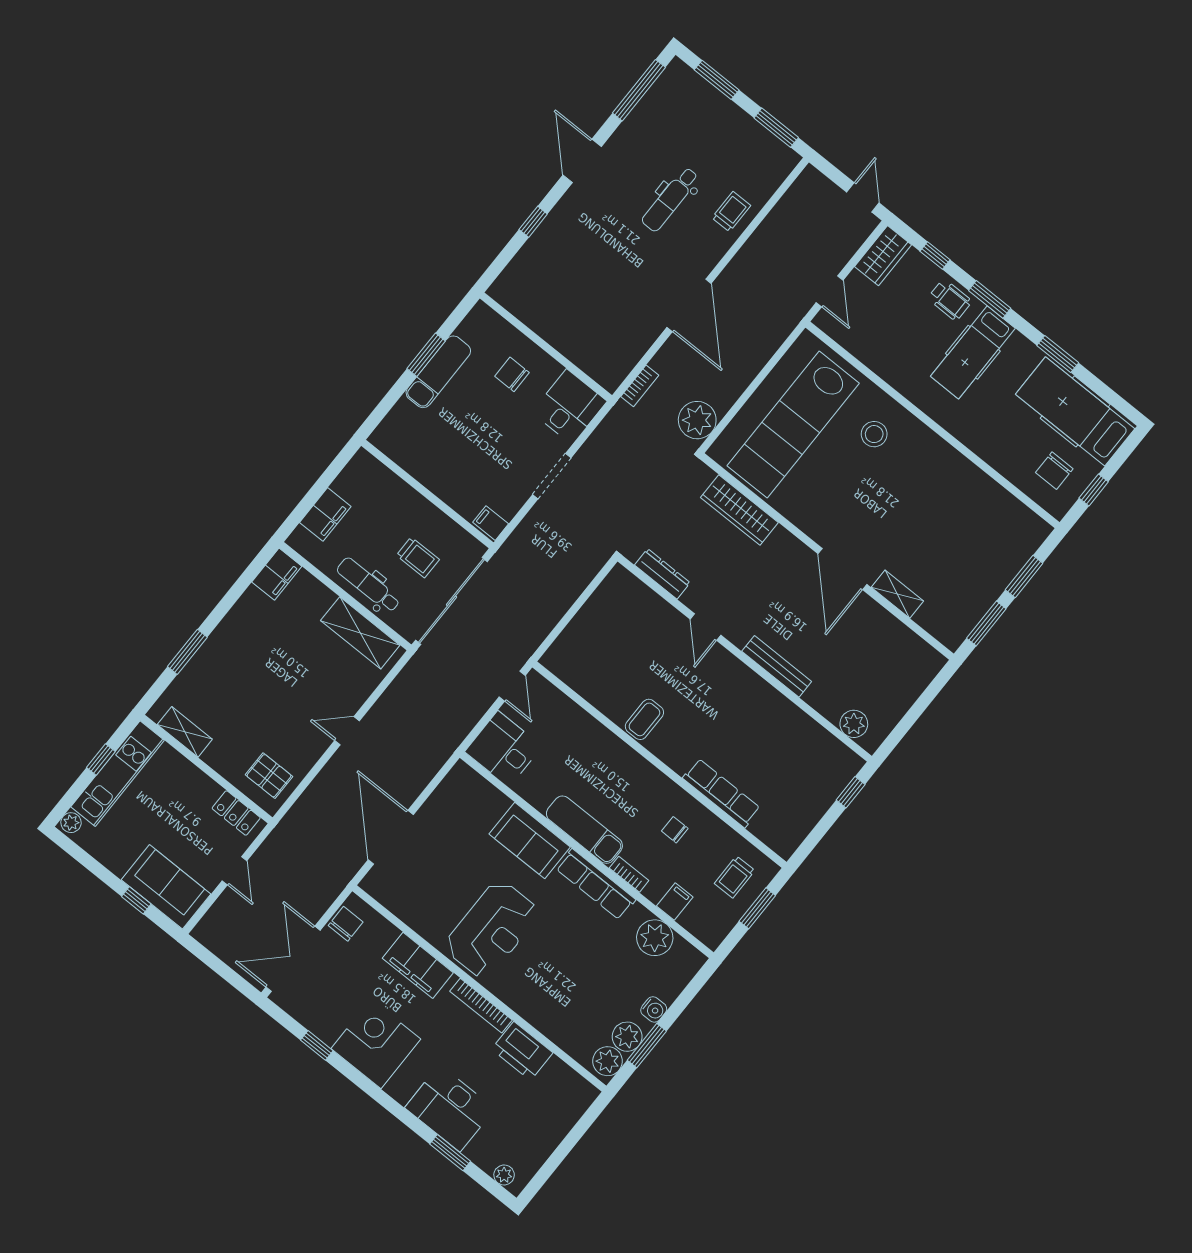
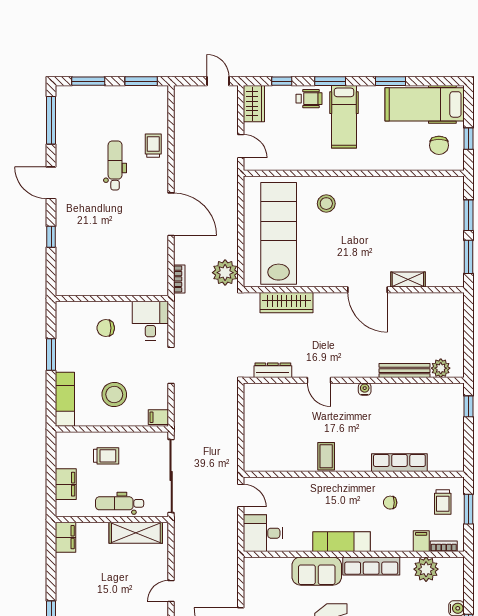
dental chair: (670, 199) -> (115, 165), turned 180
exam couch: (438, 372) -> (65, 399), moved
lab bench: (793, 424) -> (279, 233), turned 180
stool: (461, 457) -> (114, 395), added
trolley: (418, 557) -> (106, 456), moved
bench: (777, 666) -> (404, 371), moved
water cooler: (749, 678) -> (365, 389), added
bookcase: (629, 874) -> (444, 546), moved

